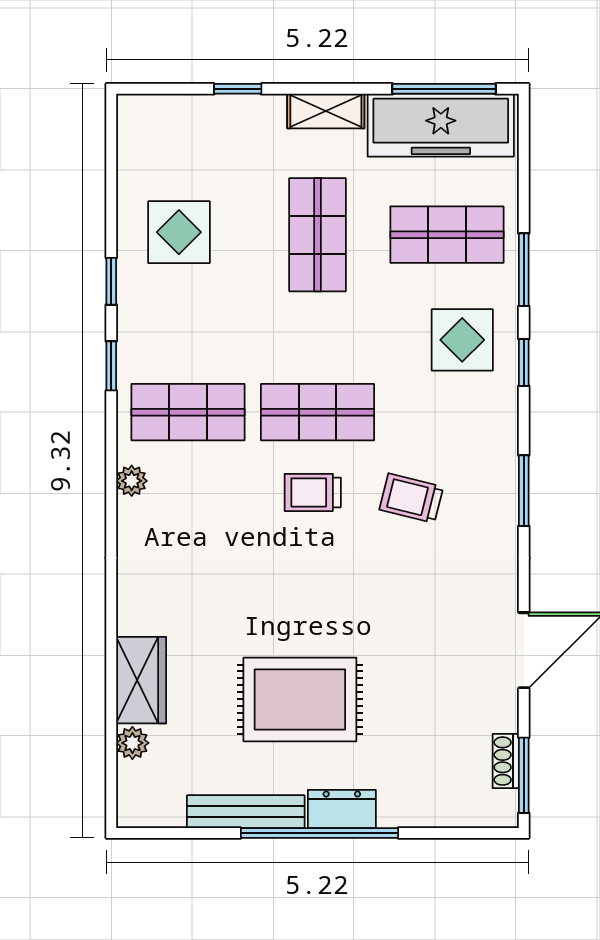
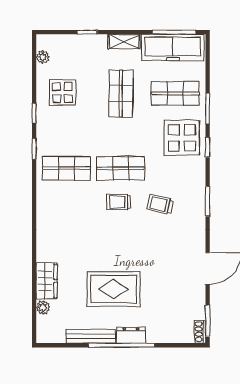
display table: (462, 340) -> (182, 138), width x1.36, depth x1.36
plant: (132, 481) -> (43, 57), moved
shoe rack: (506, 761) -> (200, 332), moved

